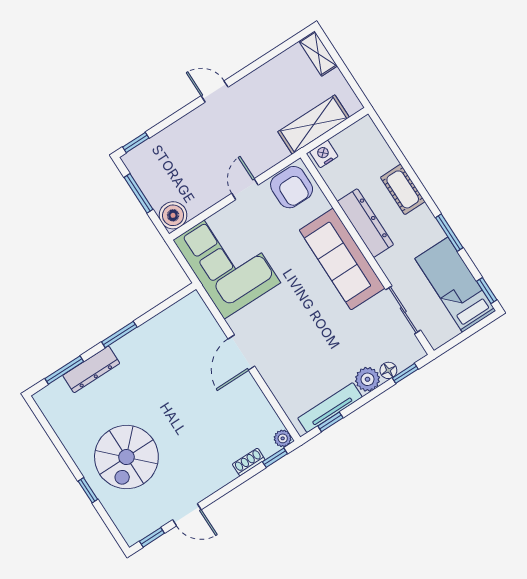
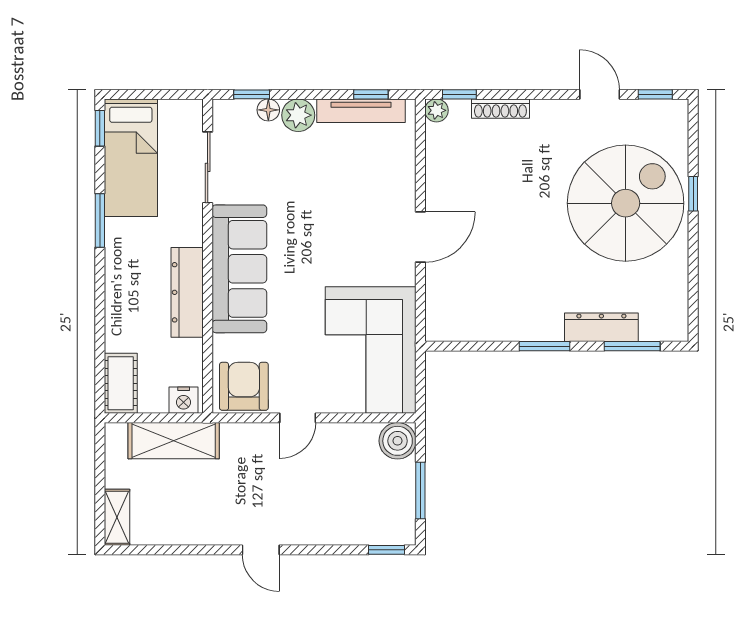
cot: (403, 189) -> (121, 383), moved
spiral stairs: (126, 457) -> (626, 203), width x1.37, depth x1.37
shoe rack: (249, 462) -> (500, 109), width x1.43

